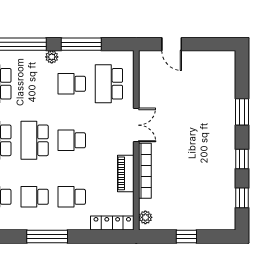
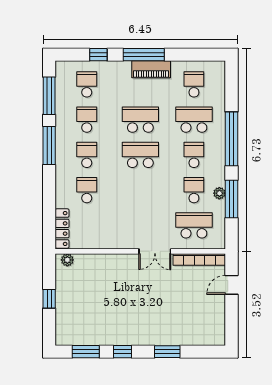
plant: (52, 57) -> (219, 193), moved
school desk: (72, 140) -> (194, 155), moved
bookcase: (145, 171) -> (199, 260), moved
piano: (126, 173) -> (109, 241), removed
window: (242, 198) -> (86, 352), width x1.50
window: (47, 236) -> (49, 146), moved

